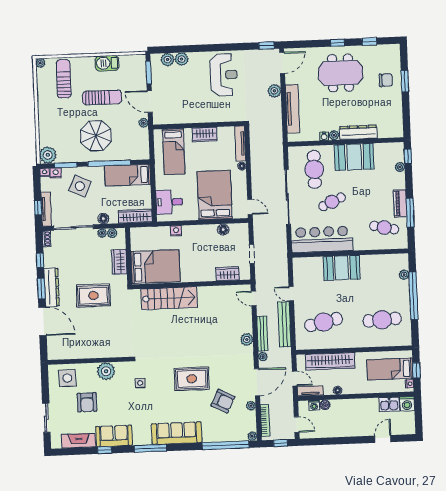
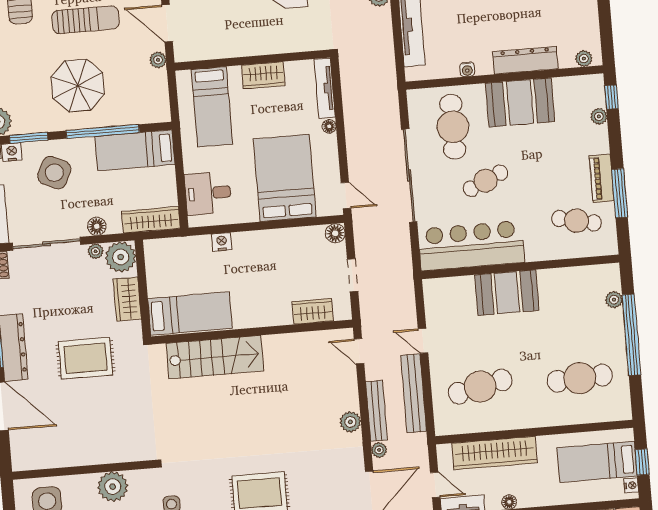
plant: (334, 135) -> (584, 59), moved
floor lamp: (223, 230) -> (335, 233), moved
plant: (112, 233) -> (121, 257), width x1.88, depth x1.88
bed: (155, 267) -> (190, 313), width x0.67

